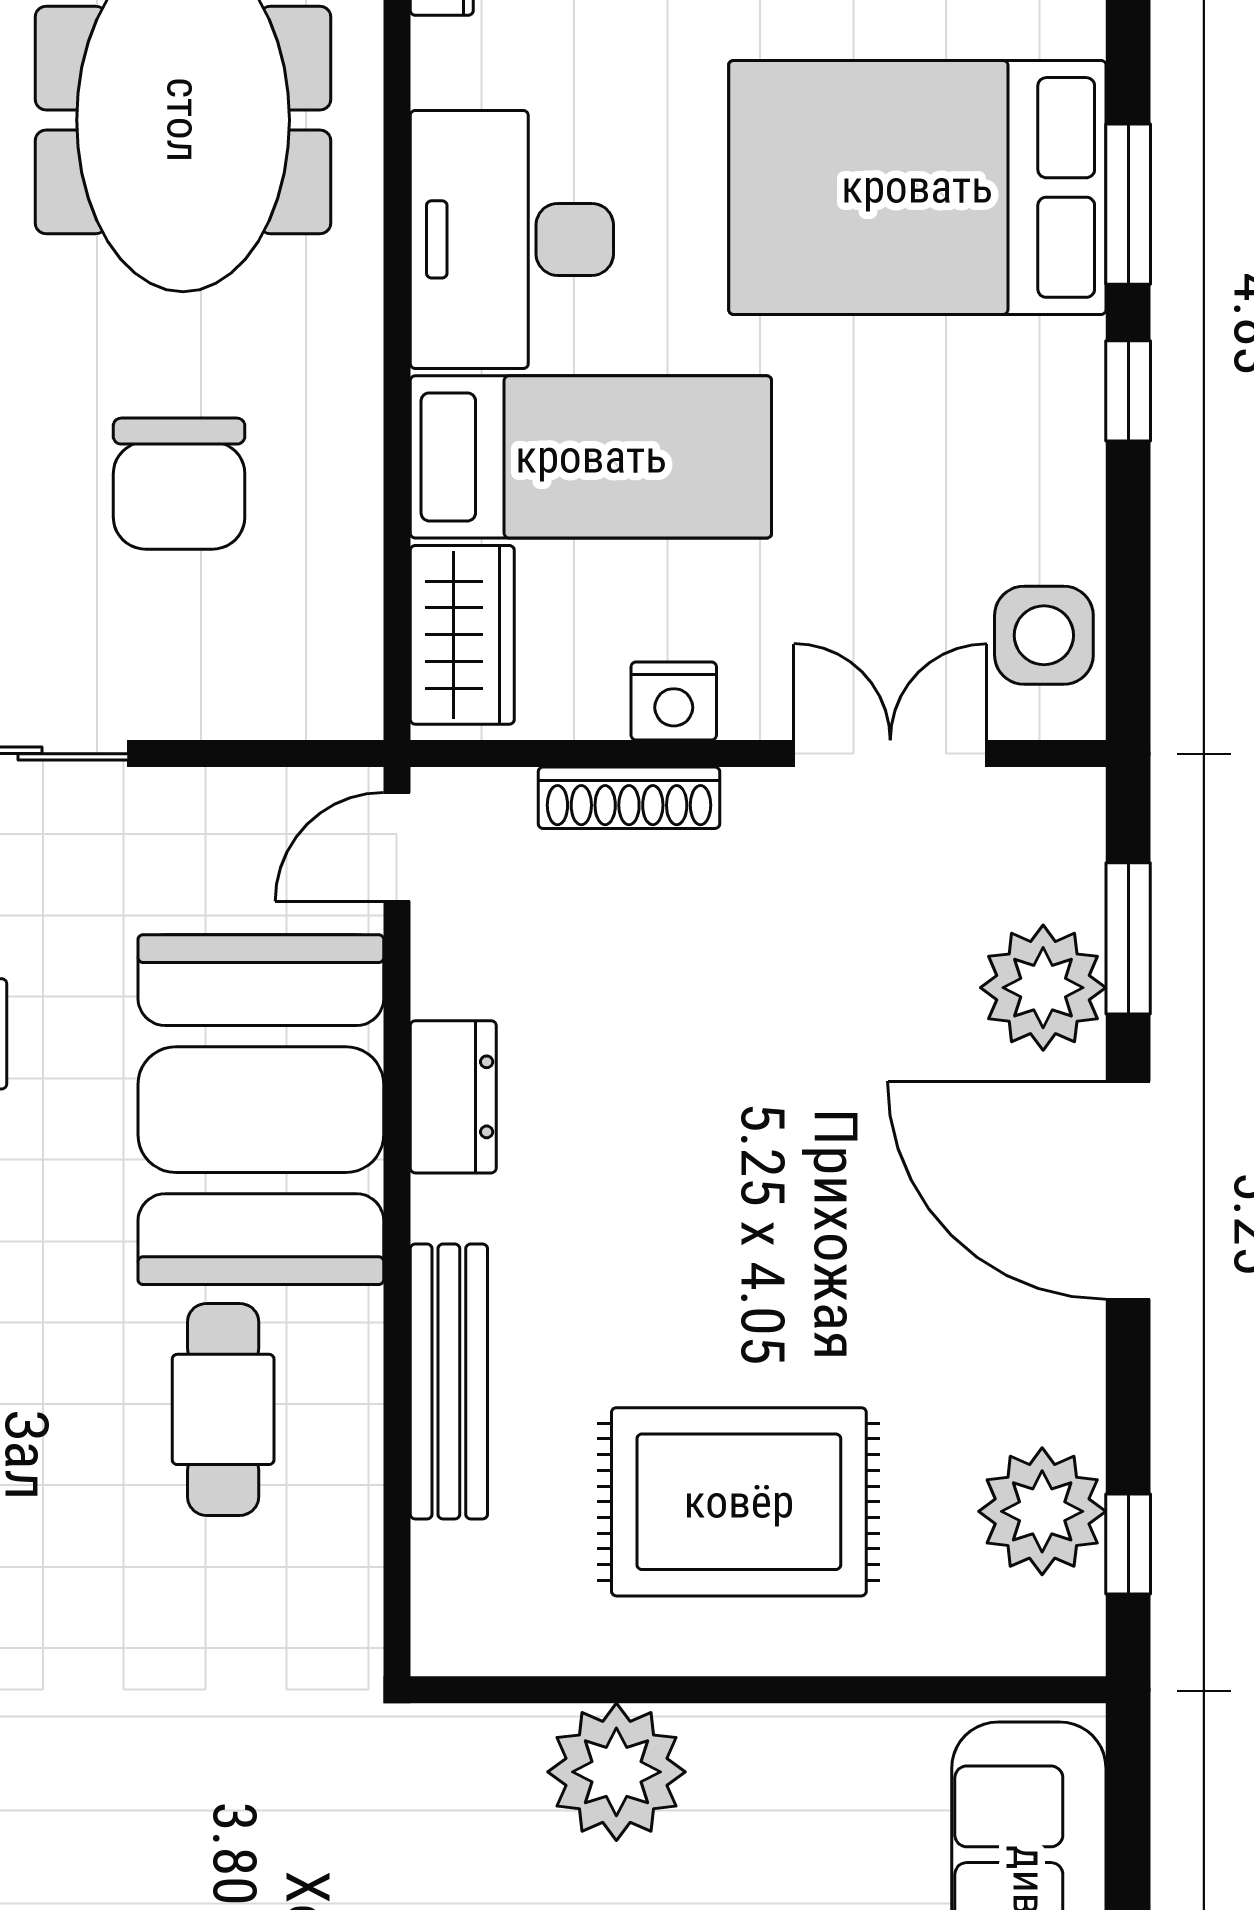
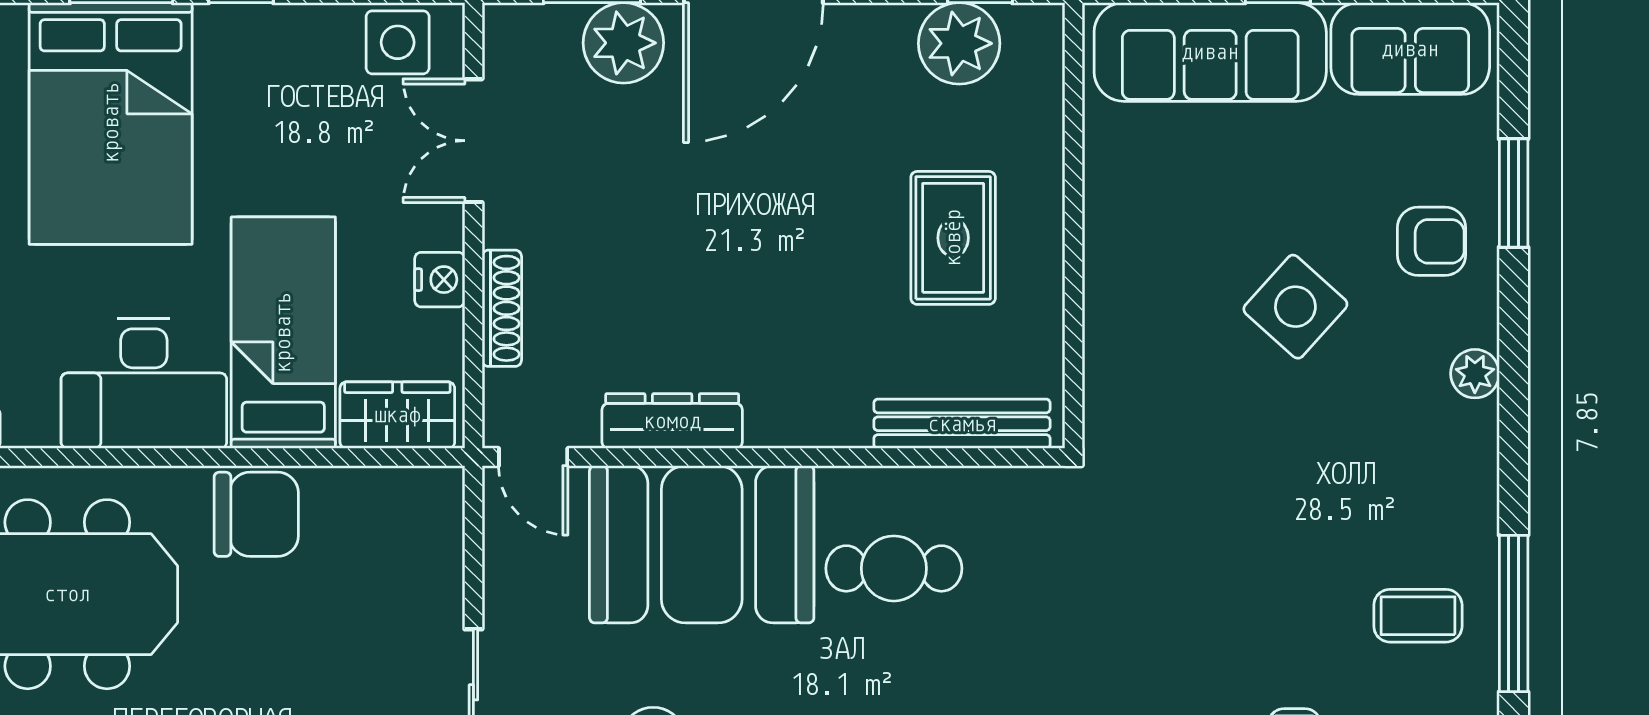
chair: (179, 484) -> (256, 514), moved
dresser: (453, 1097) -> (672, 421), width x1.44
bench: (449, 1381) -> (962, 424), moved
rug: (739, 1502) -> (953, 238), width x0.73, depth x0.70
plant: (616, 1772) -> (1126, 316), removed

